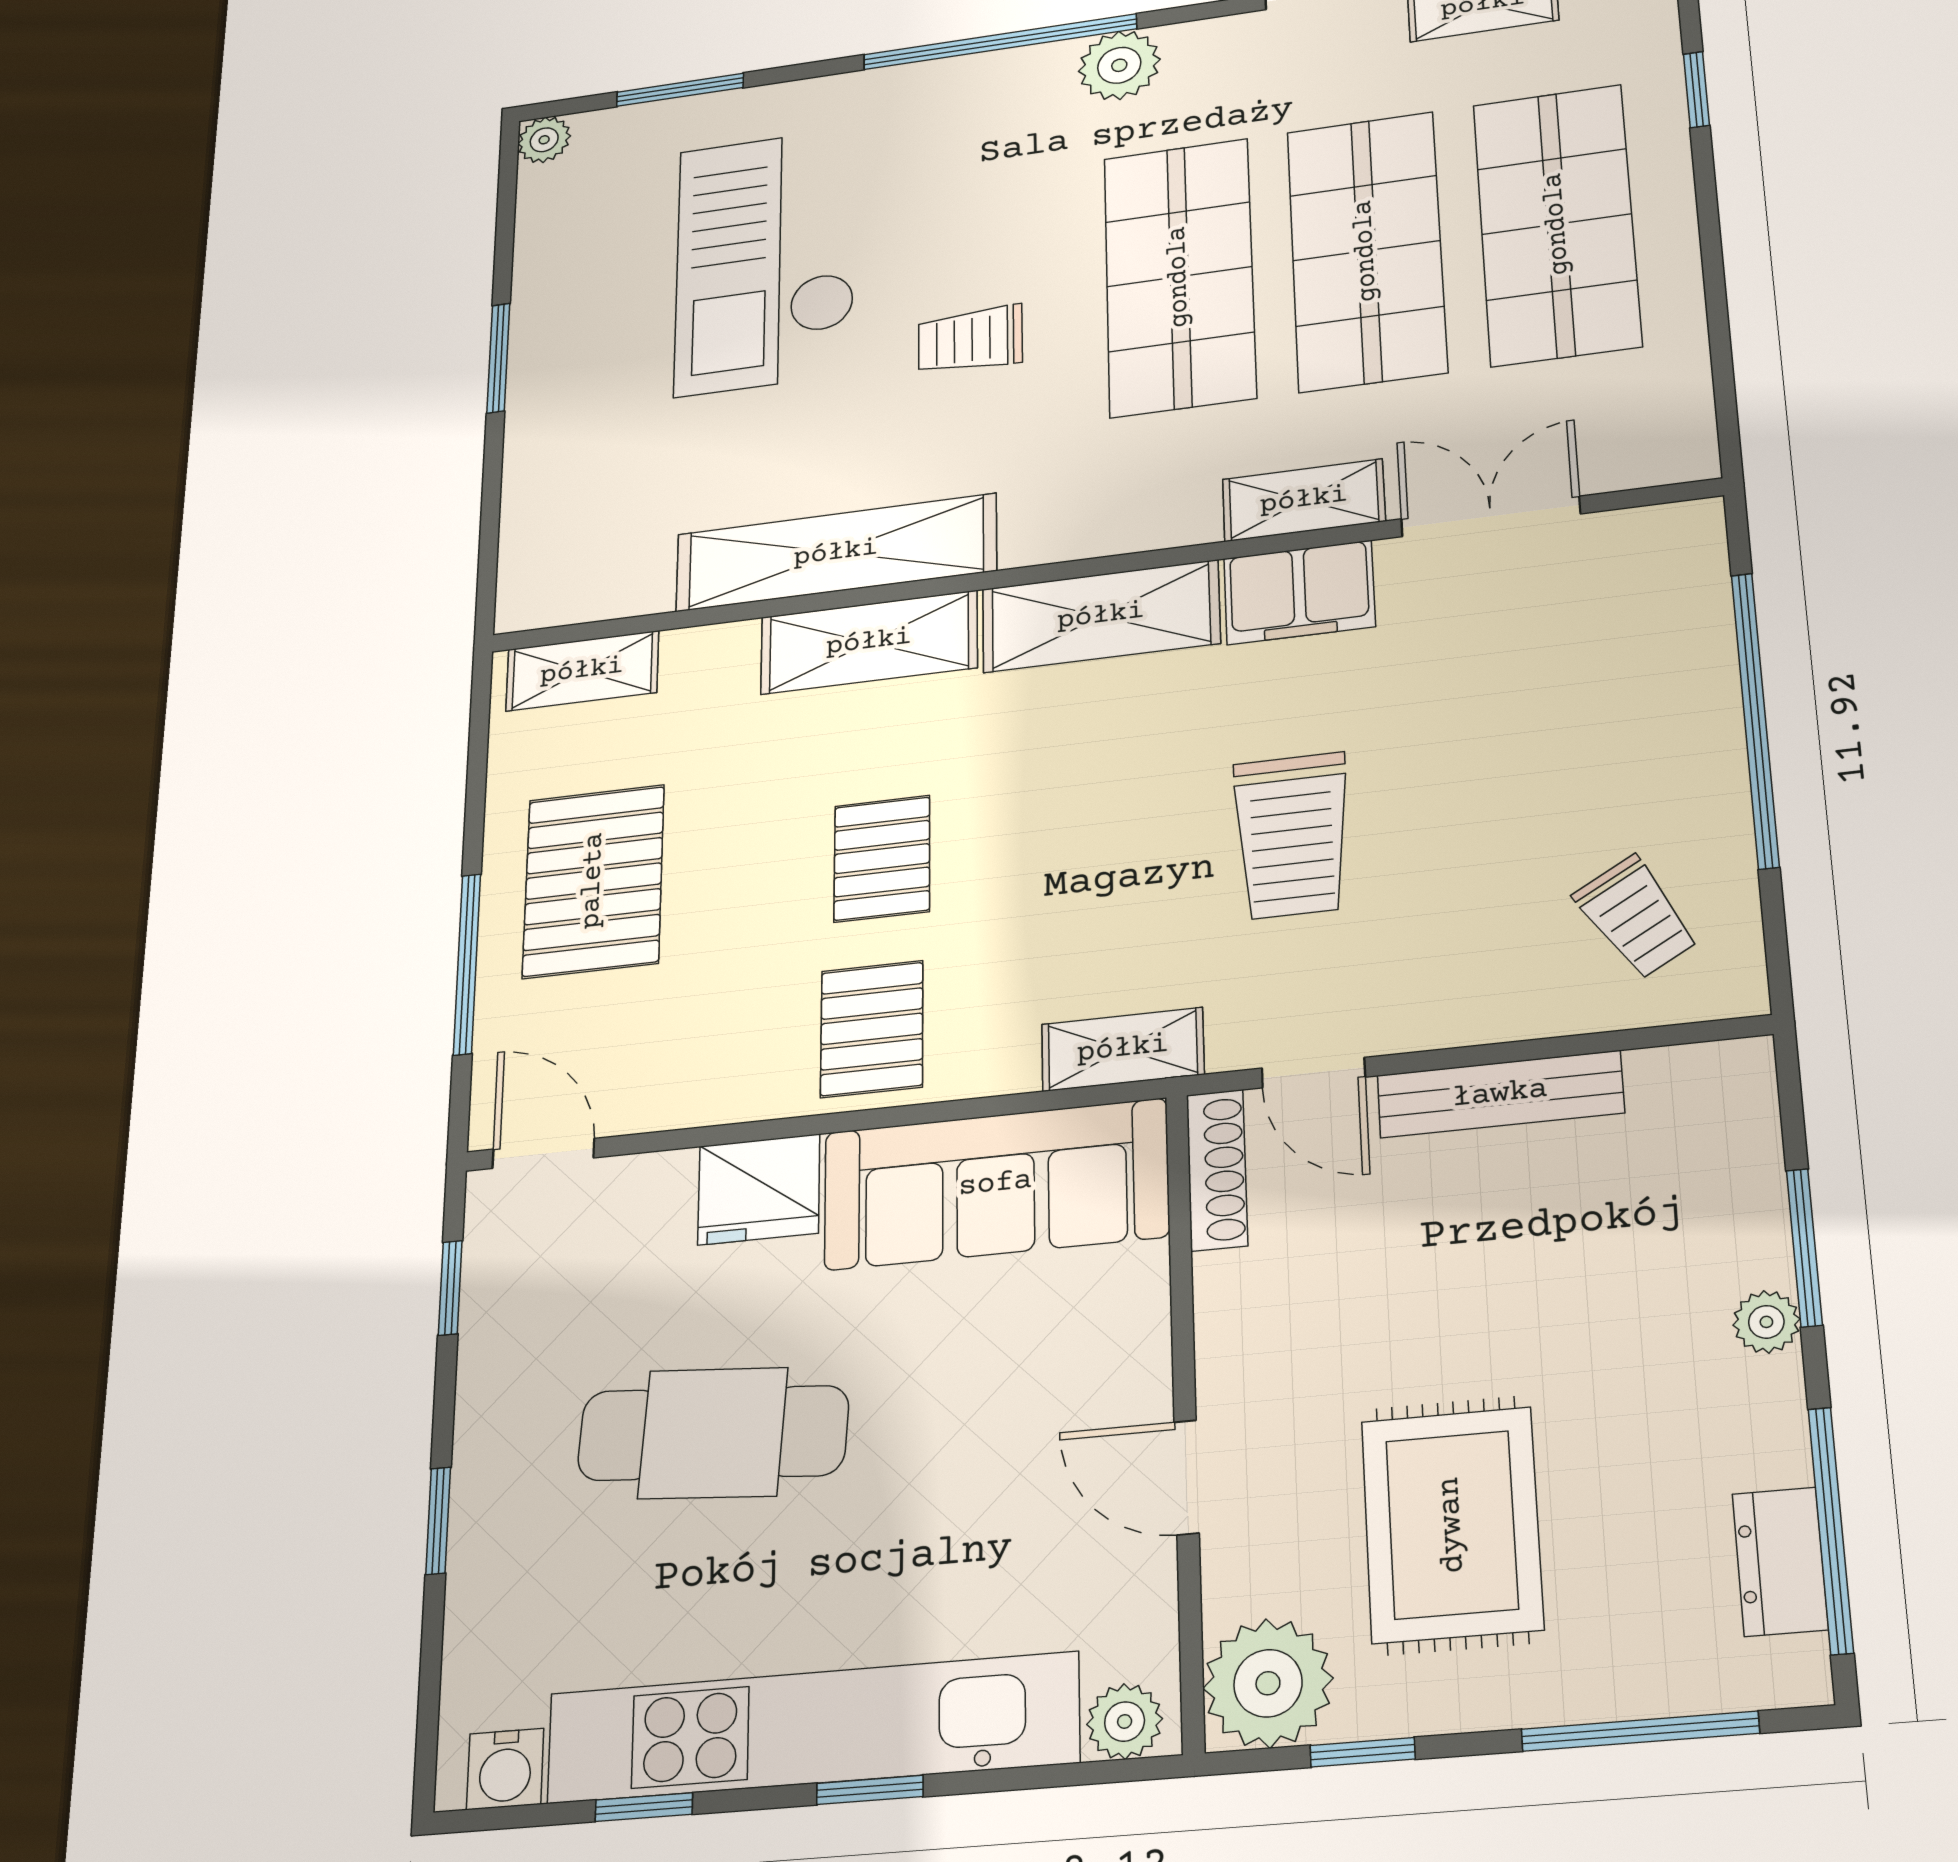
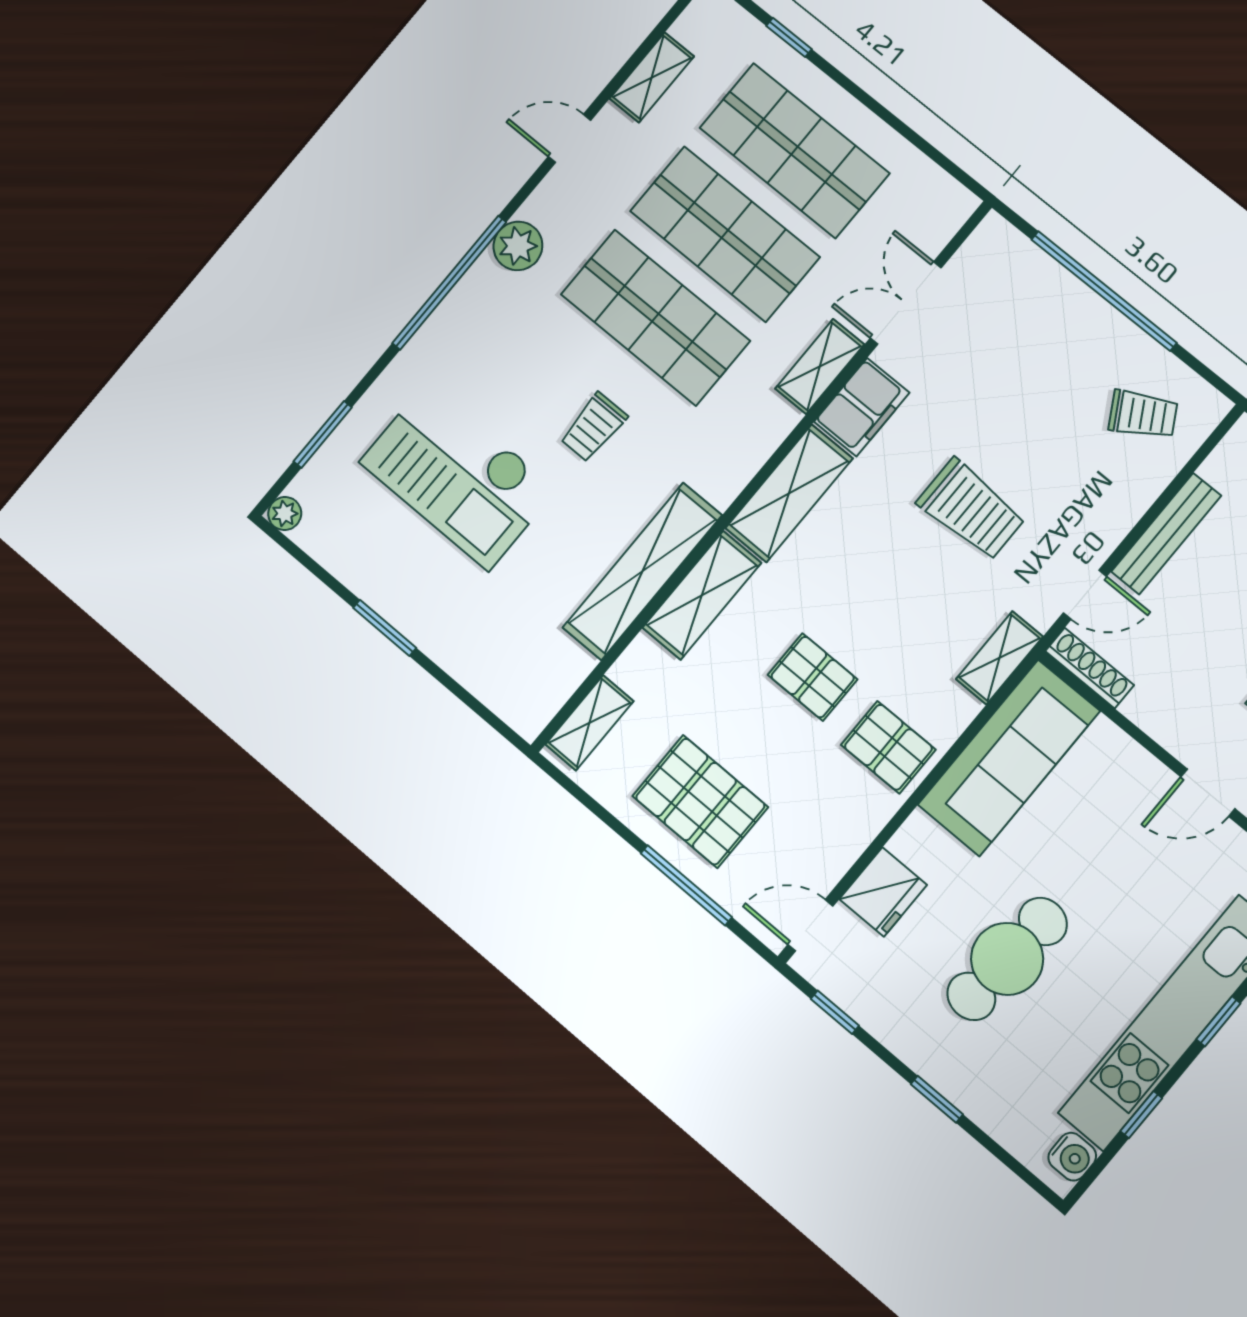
fridge: (759, 1189) -> (883, 892), moved

